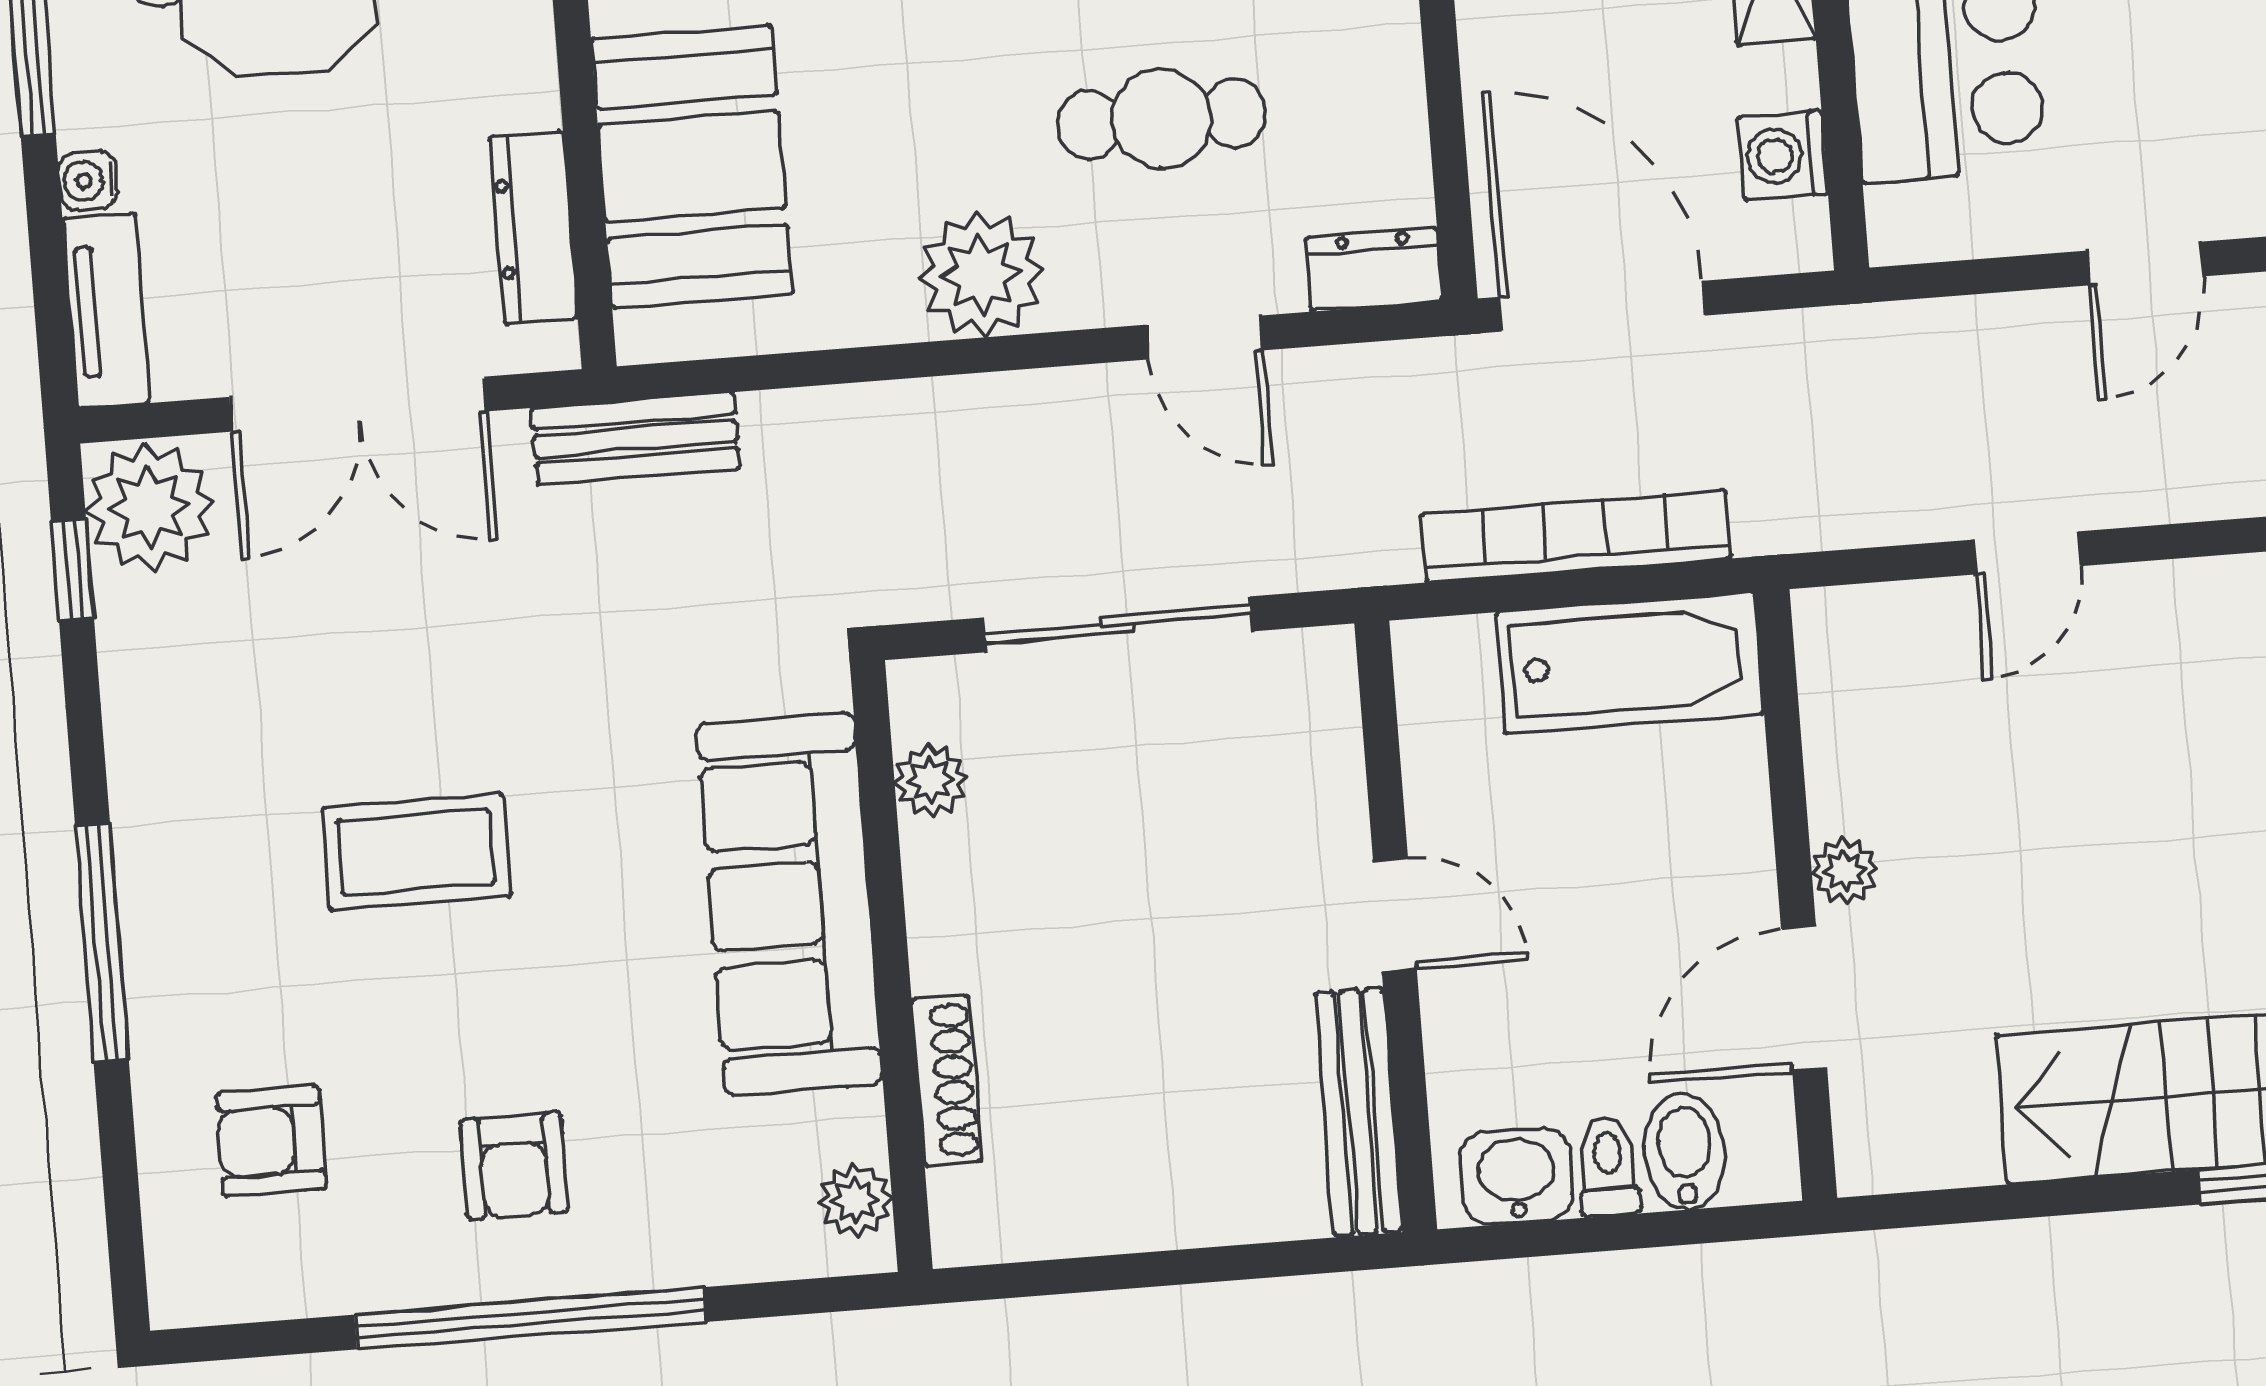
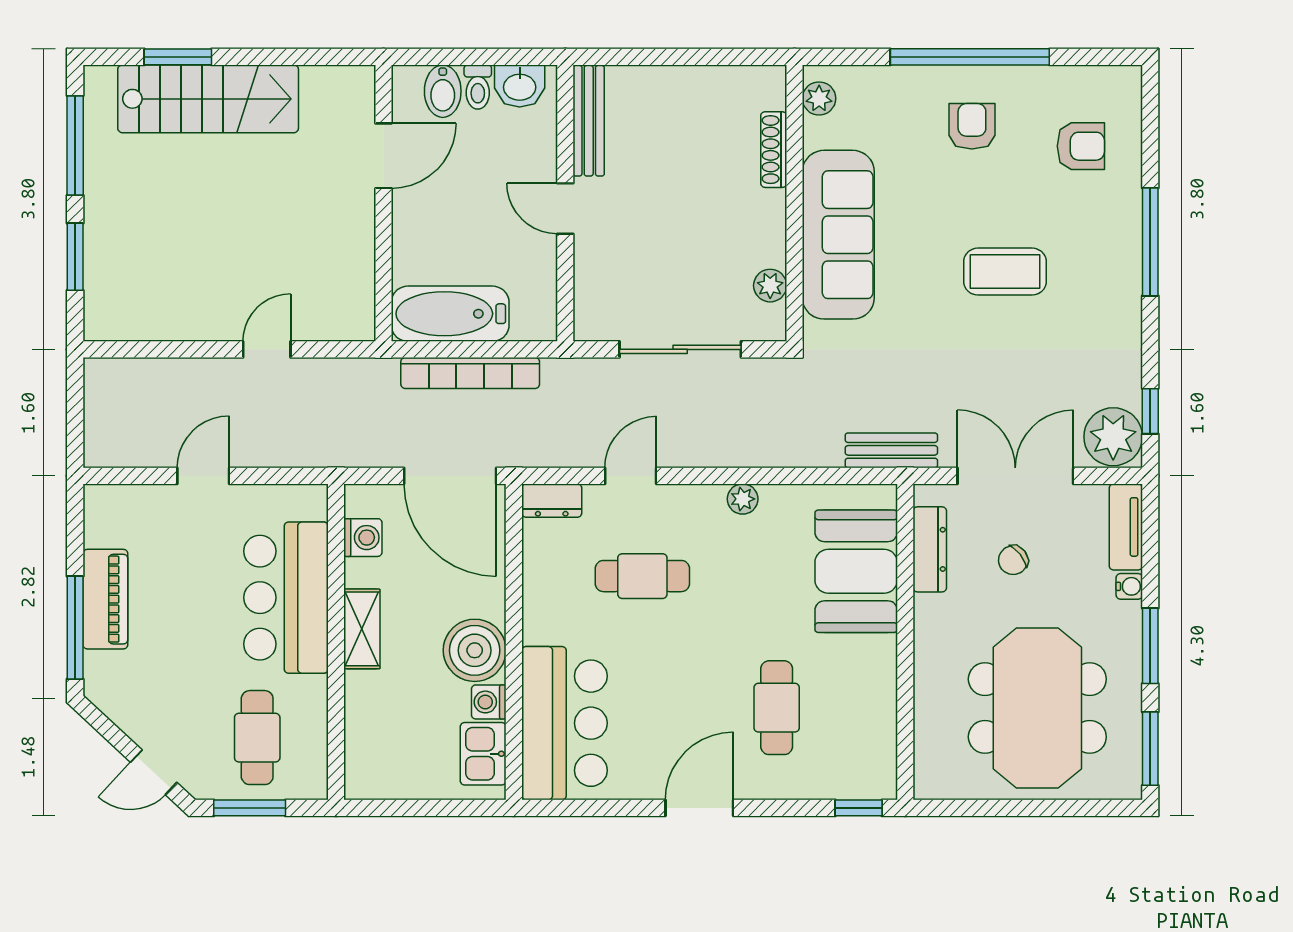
chair: (348, 218) -> (1013, 560), added
plant: (981, 274) -> (743, 499), width x0.53, depth x0.53
door: (1205, 338) -> (631, 476), hinge flipped
plant: (1845, 871) -> (361, 212), removed

